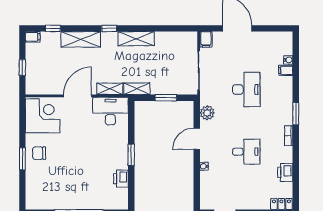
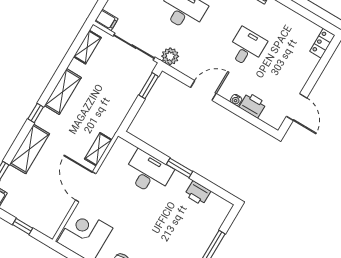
shelving: (137, 89) -> (87, 47), moved
window: (166, 98) -> (149, 86), moved
desk: (110, 111) -> (148, 173), moved, turned 90
plant: (207, 113) -> (170, 56), moved
door: (197, 139) -> (203, 91), swing flipped
printer: (285, 172) -> (253, 105), moved, turned 180

